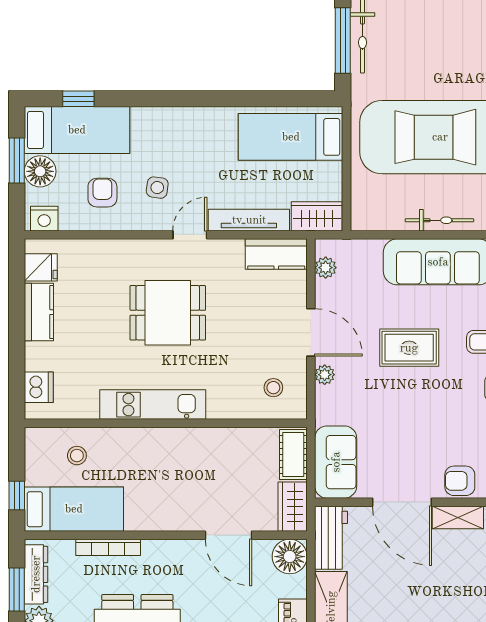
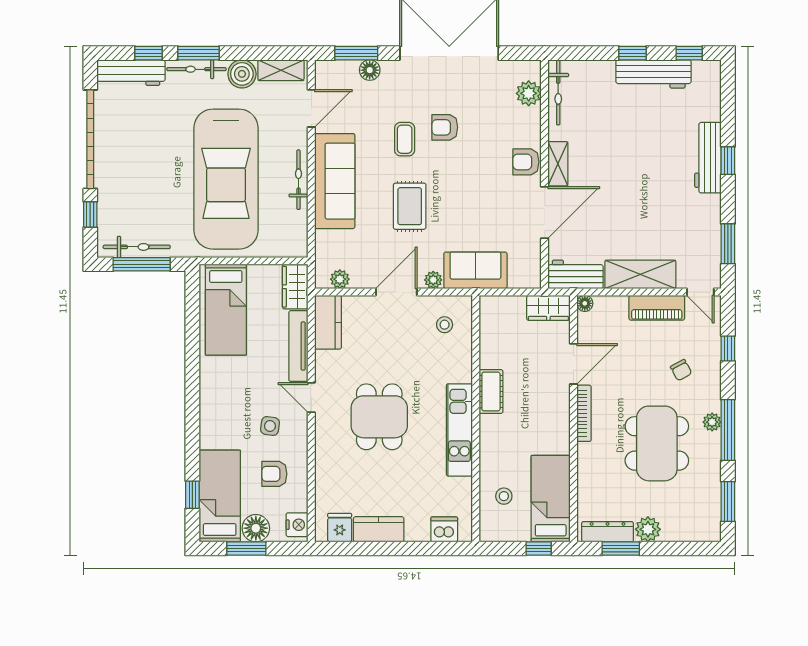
cot: (293, 455) -> (491, 391), moved, turned 90
sofa: (336, 462) -> (475, 270), moved
armchair: (460, 481) -> (526, 162), turned 90
bookcase: (108, 547) -> (584, 413), moved
floor lamp: (290, 557) -> (585, 303), width x0.53, depth x0.53

